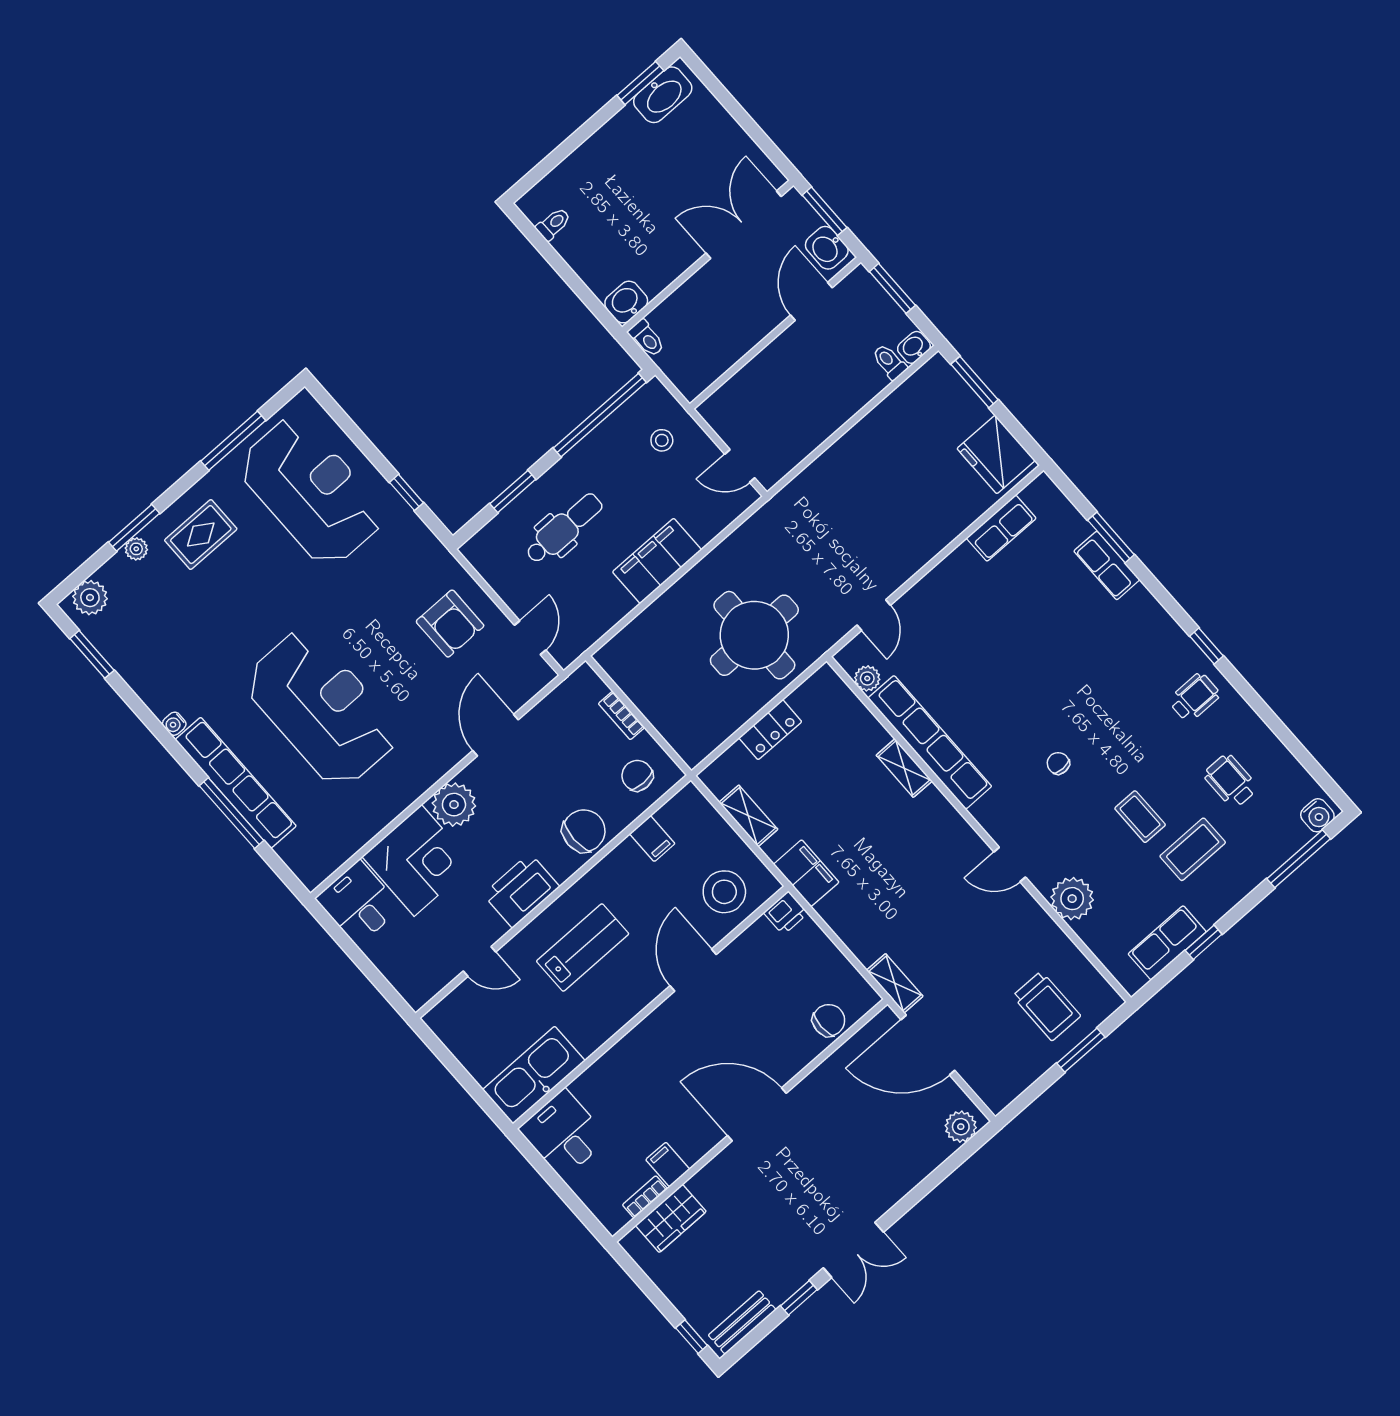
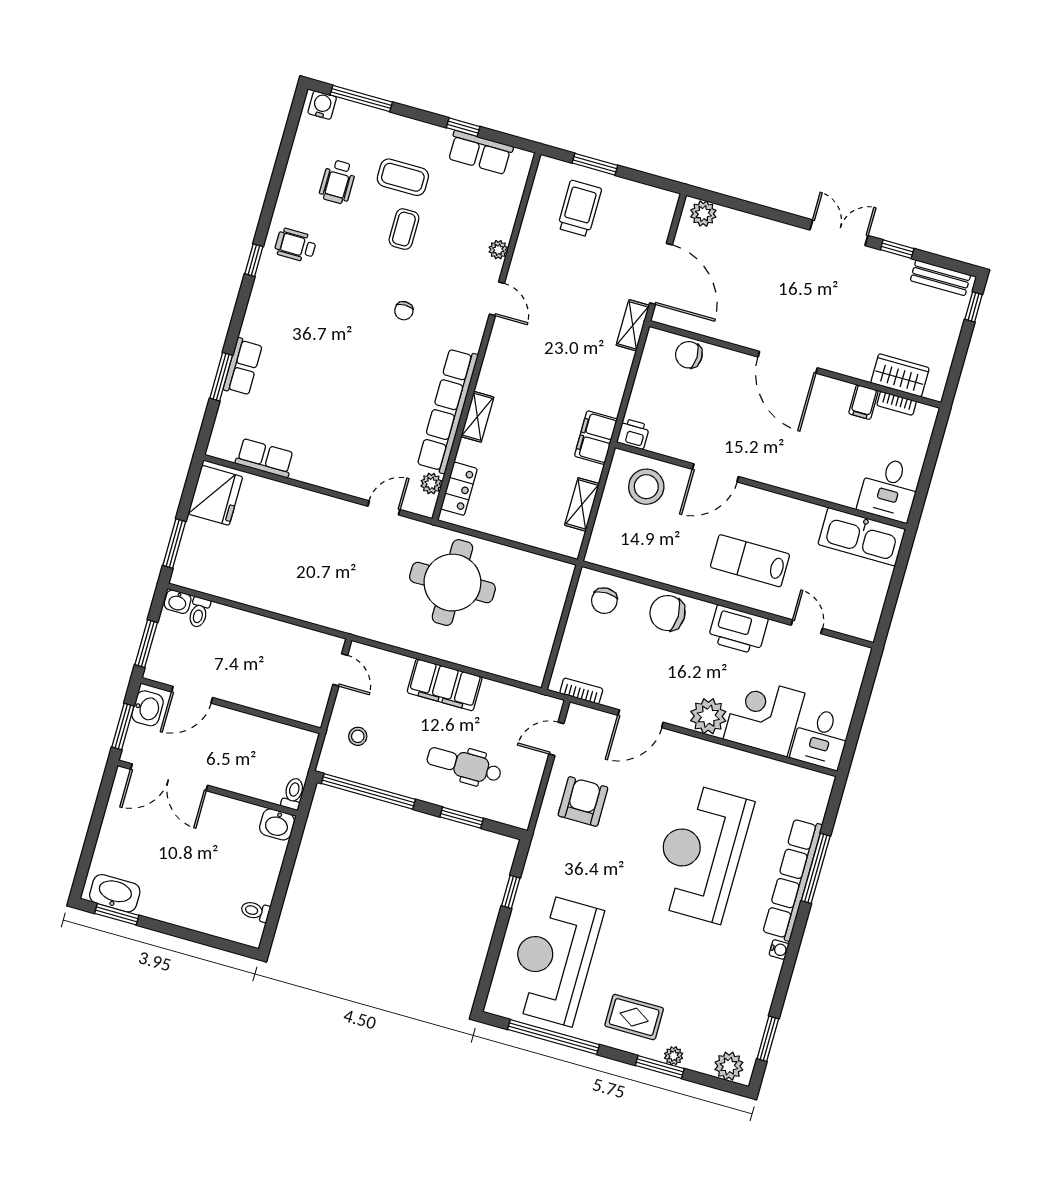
window: (233, 441) -> (553, 1037), width x1.46
bookcase: (621, 715) -> (581, 691), moved, turned -90
locker: (770, 730) -> (459, 489), moved, turned 90
filing cabinet: (652, 839) -> (642, 561), removed
plant: (1072, 899) -> (498, 250), width x0.53, depth x0.53

